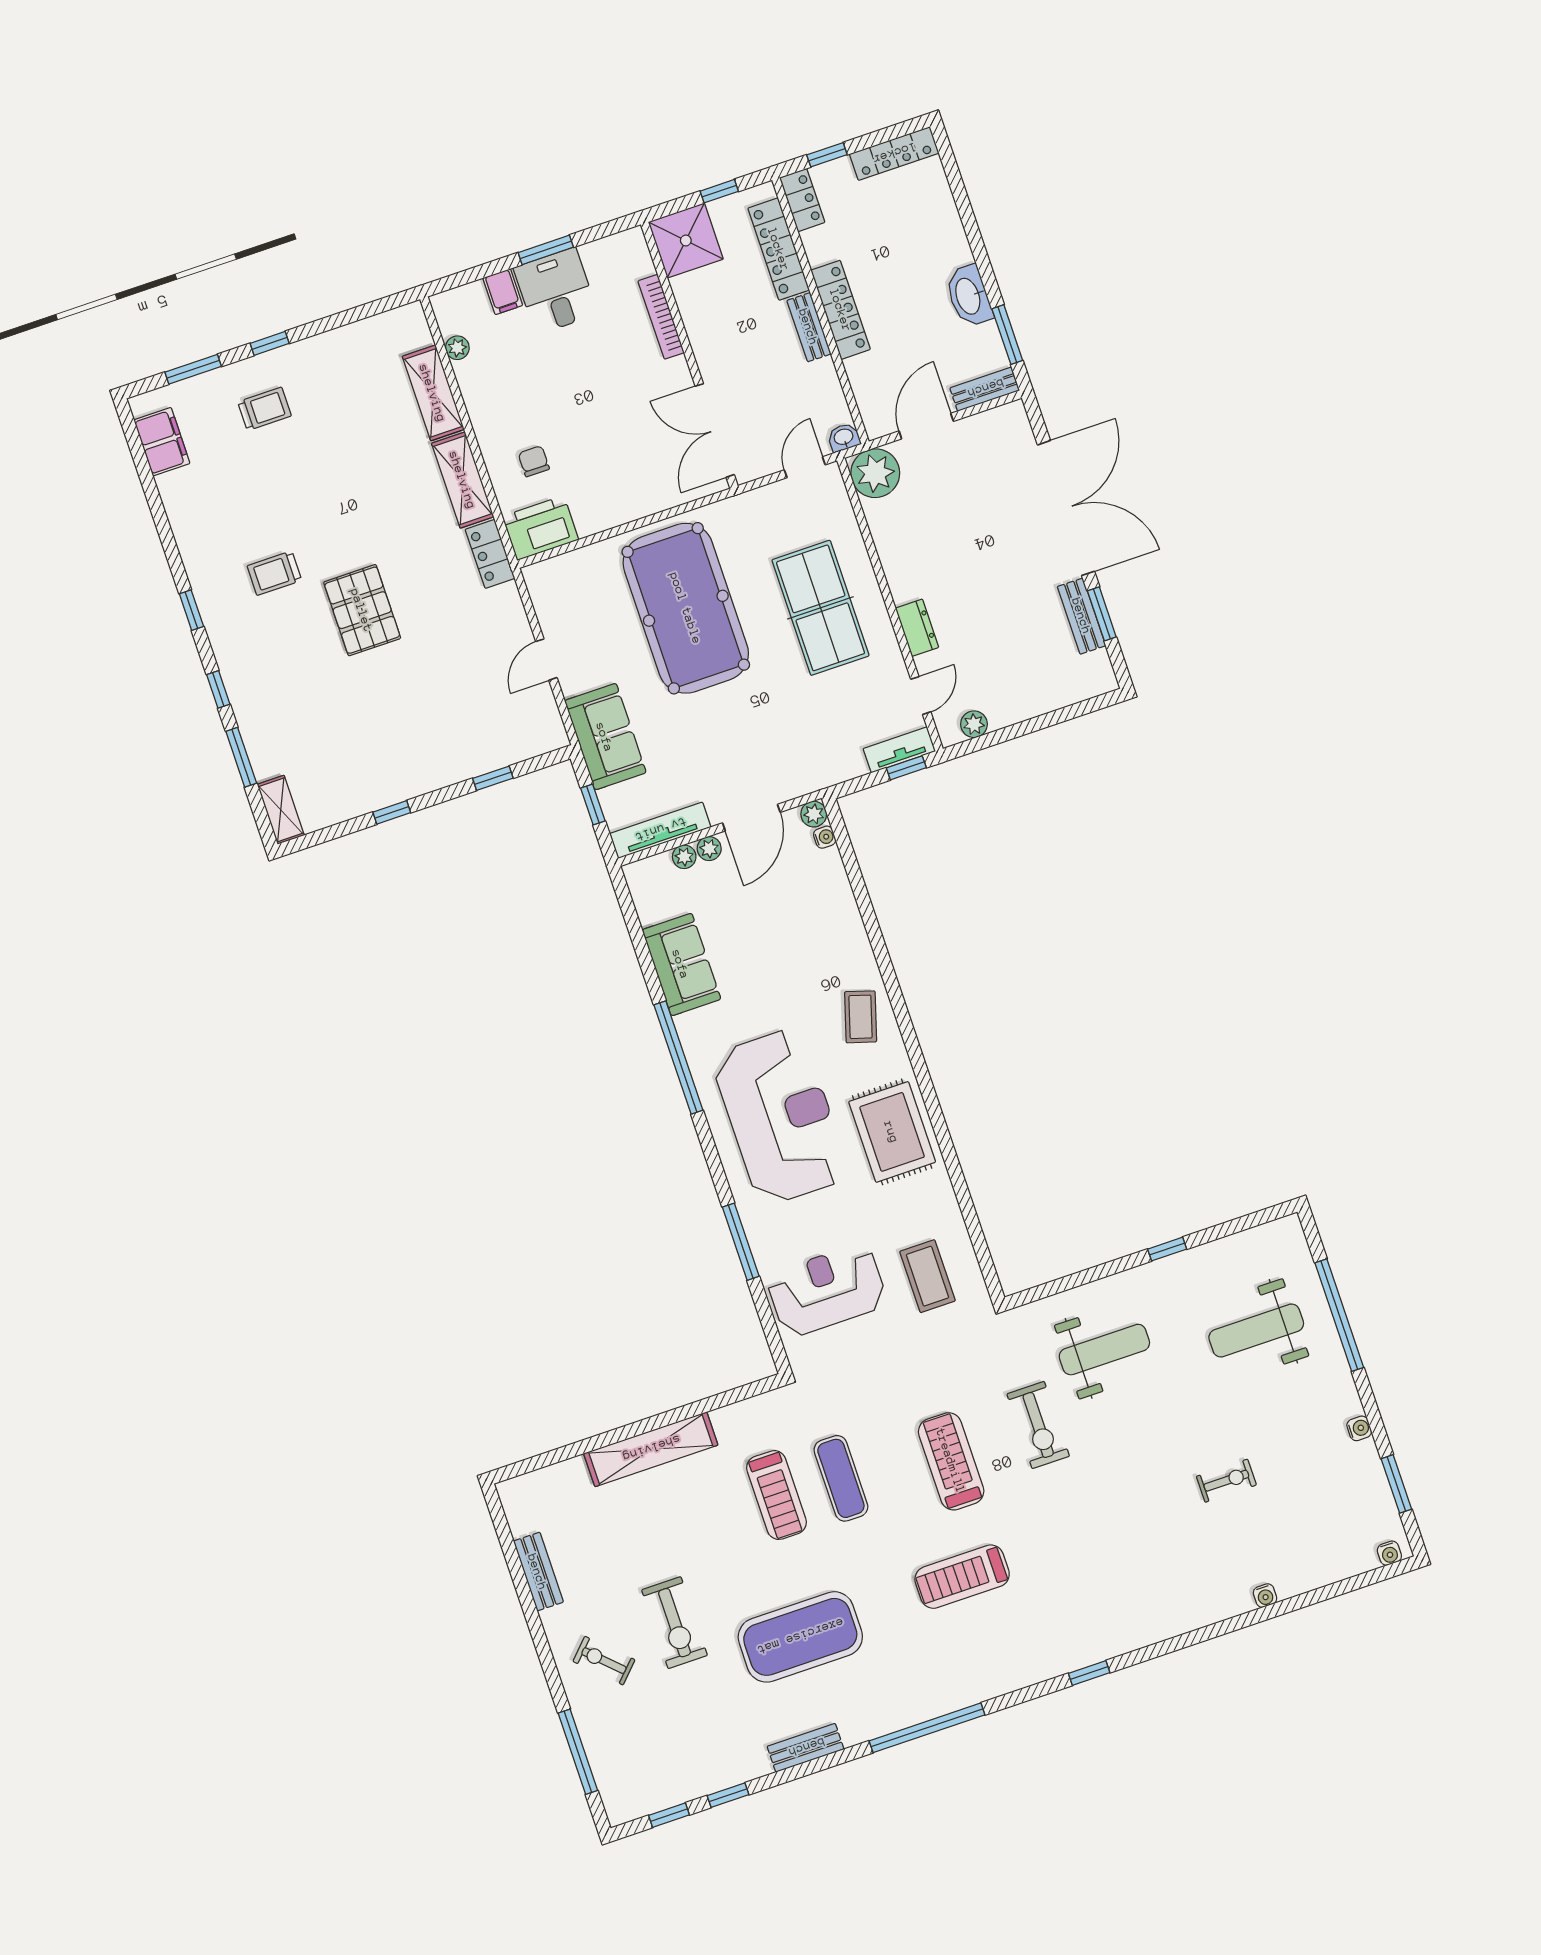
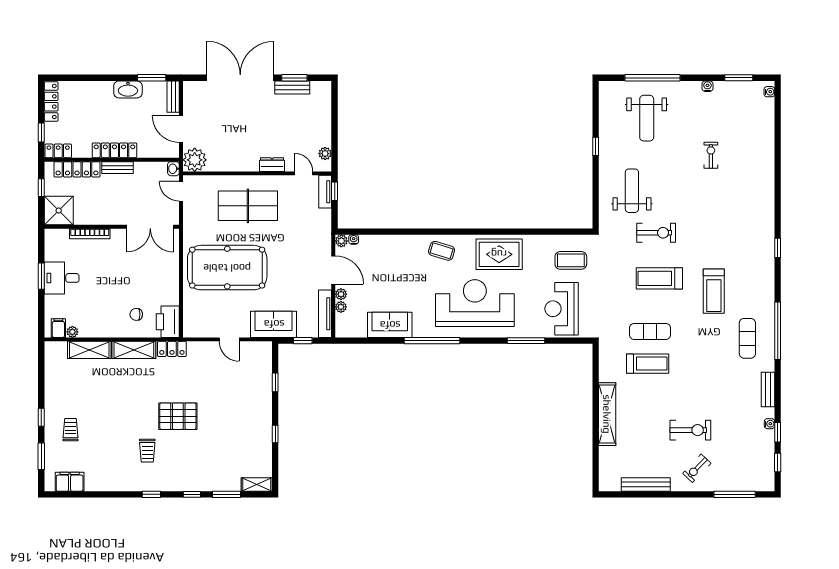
filing cabinet: (503, 292) -> (58, 328), moved, turned -90
bench: (538, 1572) -> (646, 485), width x1.36
water cooler: (1265, 1596) -> (770, 424), moved
exercise mat: (800, 1637) -> (747, 338), moved, width x0.50, depth x0.69

